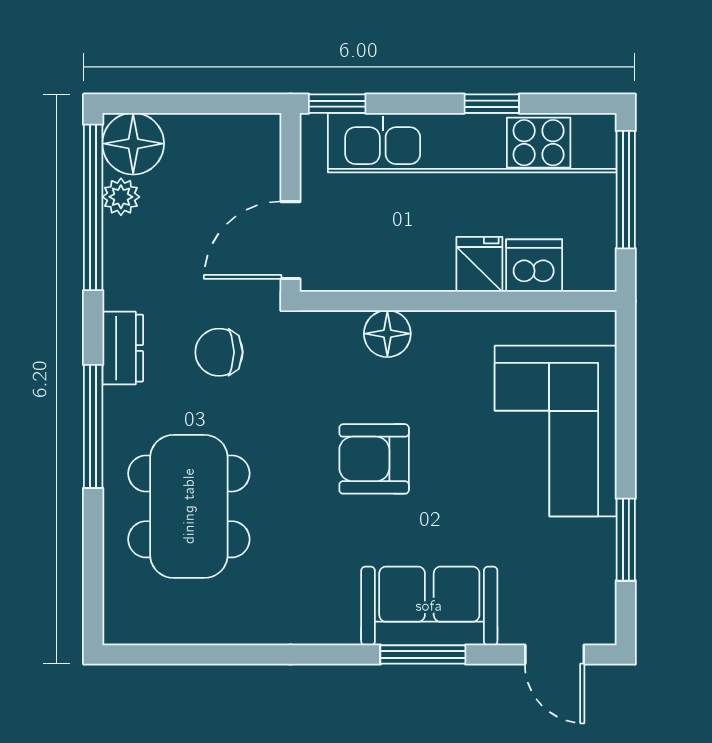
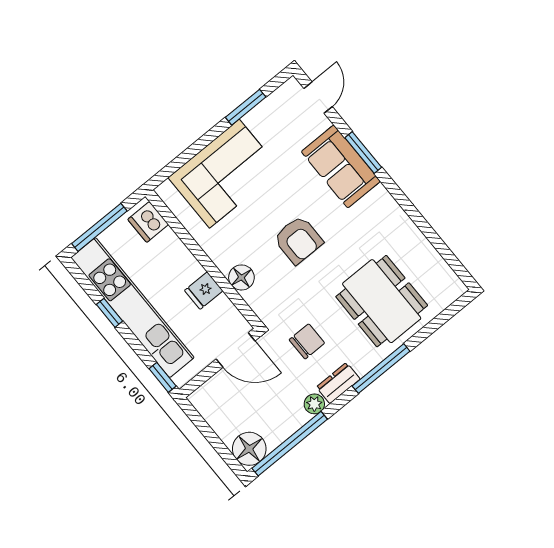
plant: (121, 197) -> (314, 404), moved
fridge: (479, 264) -> (204, 291), moved
dishwasher: (534, 266) -> (148, 222), moved
chair: (219, 352) -> (307, 341), turned -90
dining table: (189, 506) -> (382, 301), turned 90

